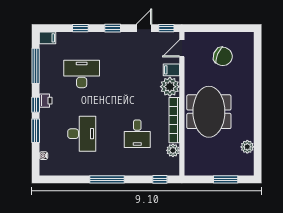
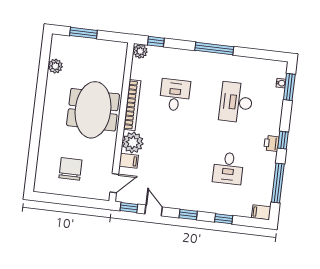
door: (144, 28) -> (154, 210), swing flipped
chair: (223, 56) -> (70, 169), turned 67
desk: (82, 74) -> (228, 168), width x0.73
window: (36, 131) -> (289, 87), moved
plant: (173, 150) -> (140, 51), moved

